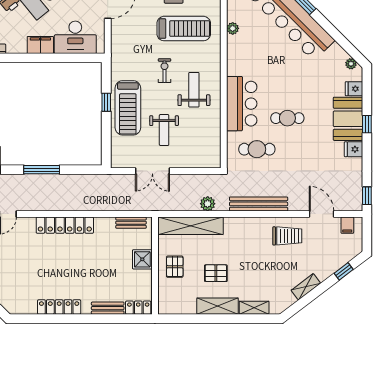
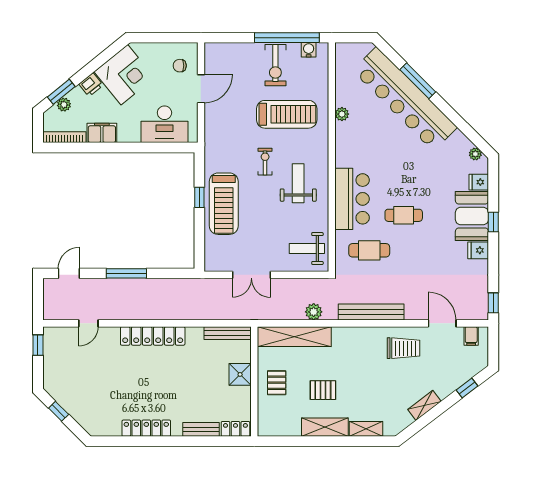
filing cabinet: (40, 45) -> (102, 133), moved
weight bench: (164, 130) -> (307, 249), moved, turned 90
bench: (131, 223) -> (227, 333), width x1.36

